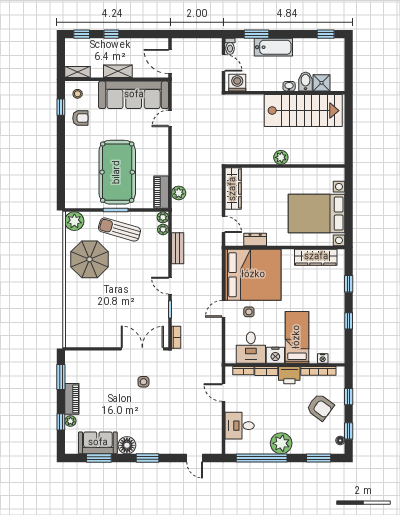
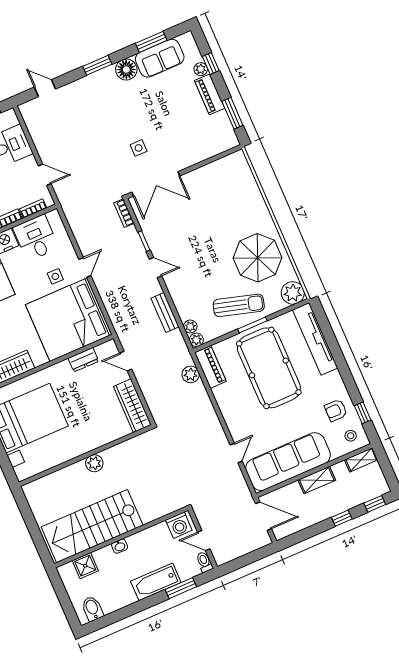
window: (326, 34) -> (104, 622), removed
bidet: (306, 81) -> (92, 609), moved, turned 180
tv unit: (73, 179) -> (315, 339), added

